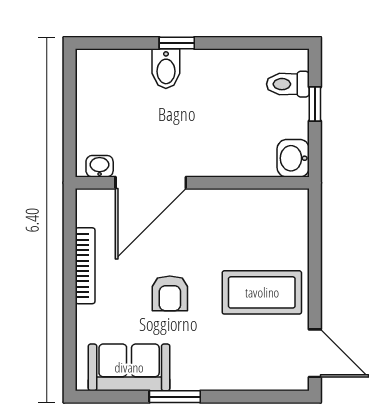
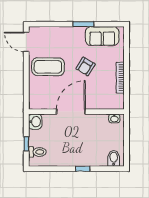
bidet: (166, 69) -> (114, 158), moved
door: (151, 183) -> (71, 112), moved
armchair: (170, 293) -> (86, 66), turned -149

